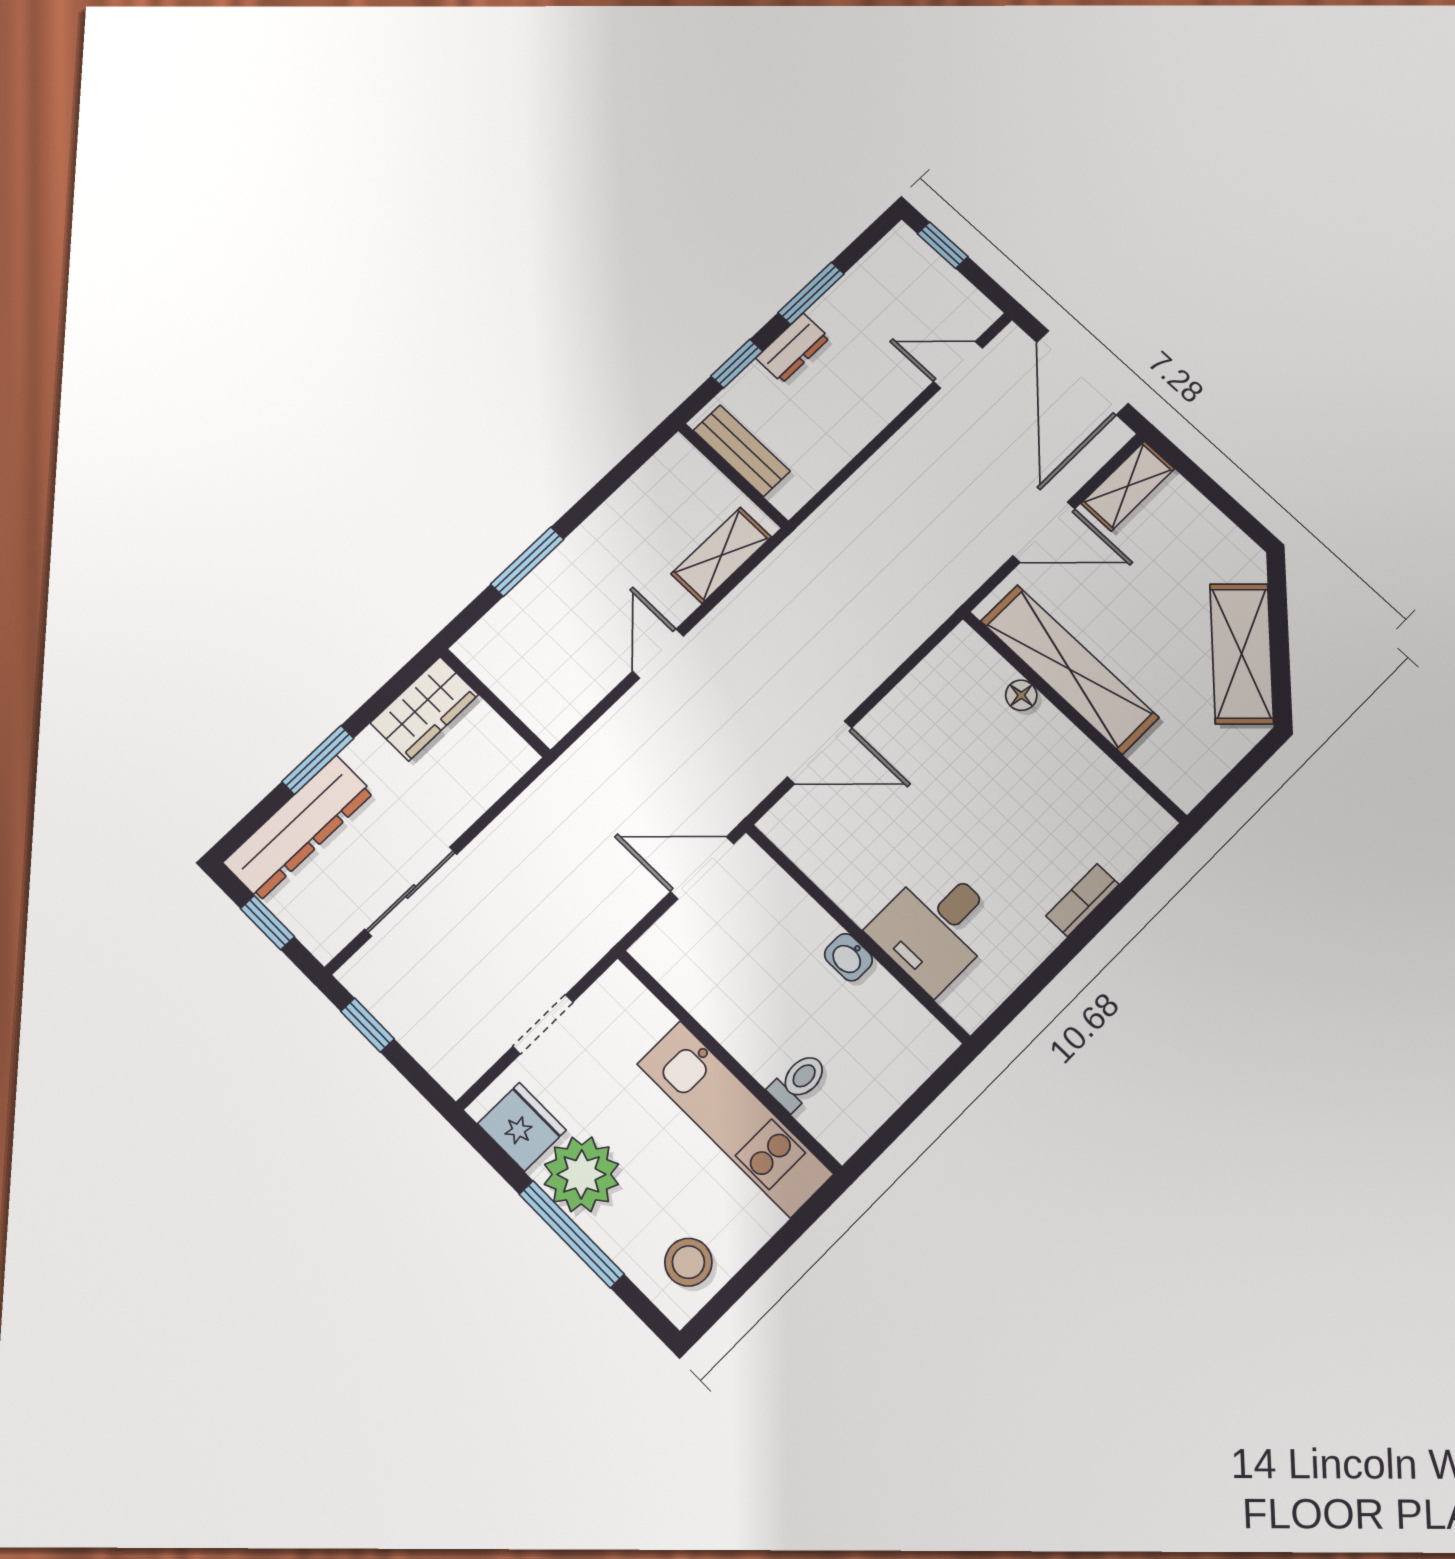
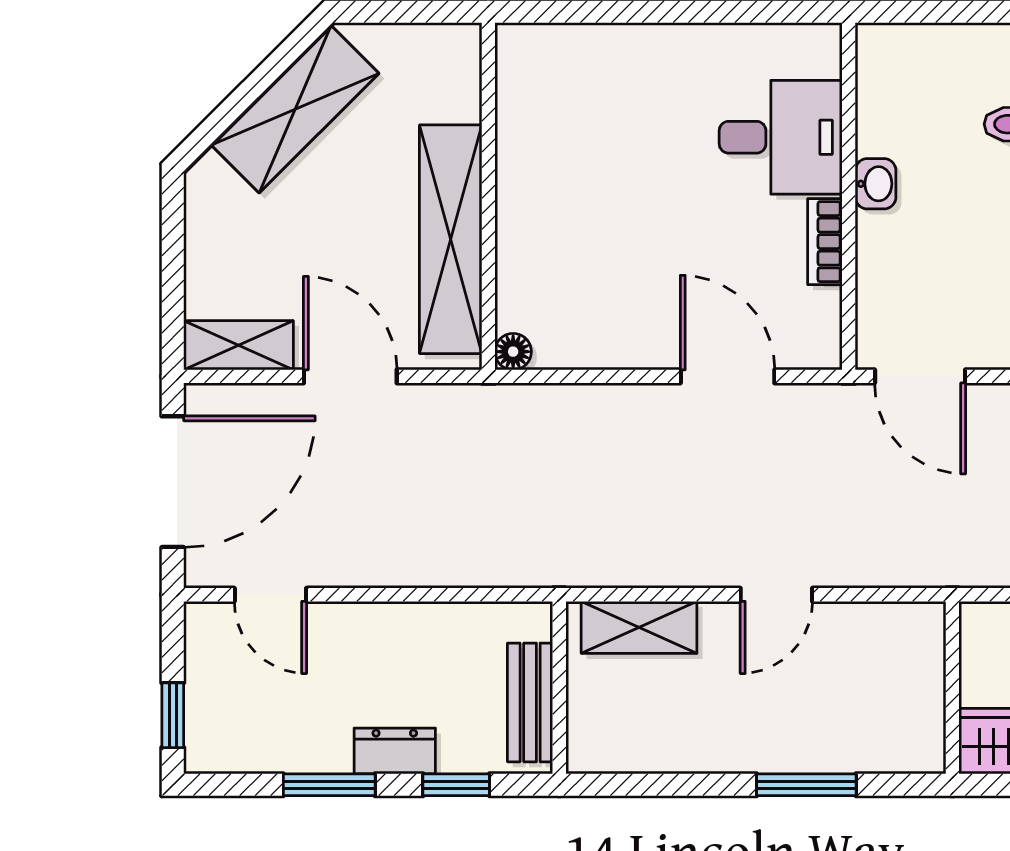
floor lamp: (1021, 695) -> (513, 352), moved
bookcase: (1082, 900) -> (825, 242), moved, turned 90

